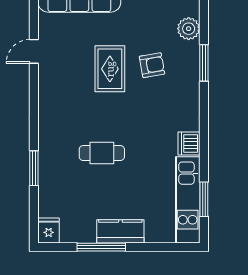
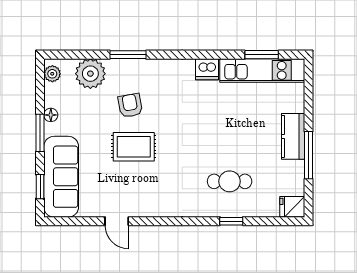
plant: (189, 29) -> (90, 74), width x1.36, depth x1.36
cafe table: (102, 153) -> (230, 181), moved, turned 90
window: (34, 168) -> (231, 221), width x0.67

